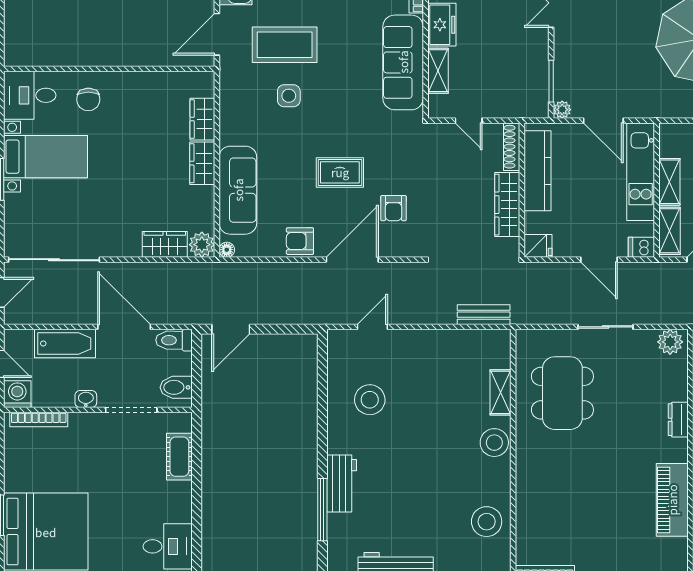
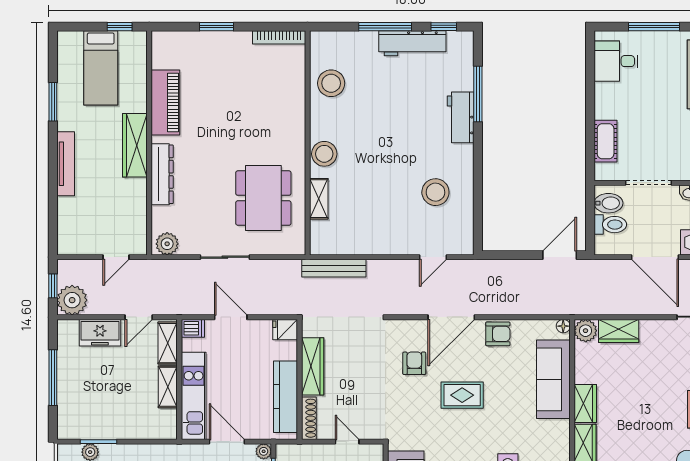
bench: (484, 315) -> (334, 268), width x1.36
toilet: (174, 340) -> (610, 225), moved
dresser: (678, 420) -> (162, 174), width x1.96, depth x1.24

